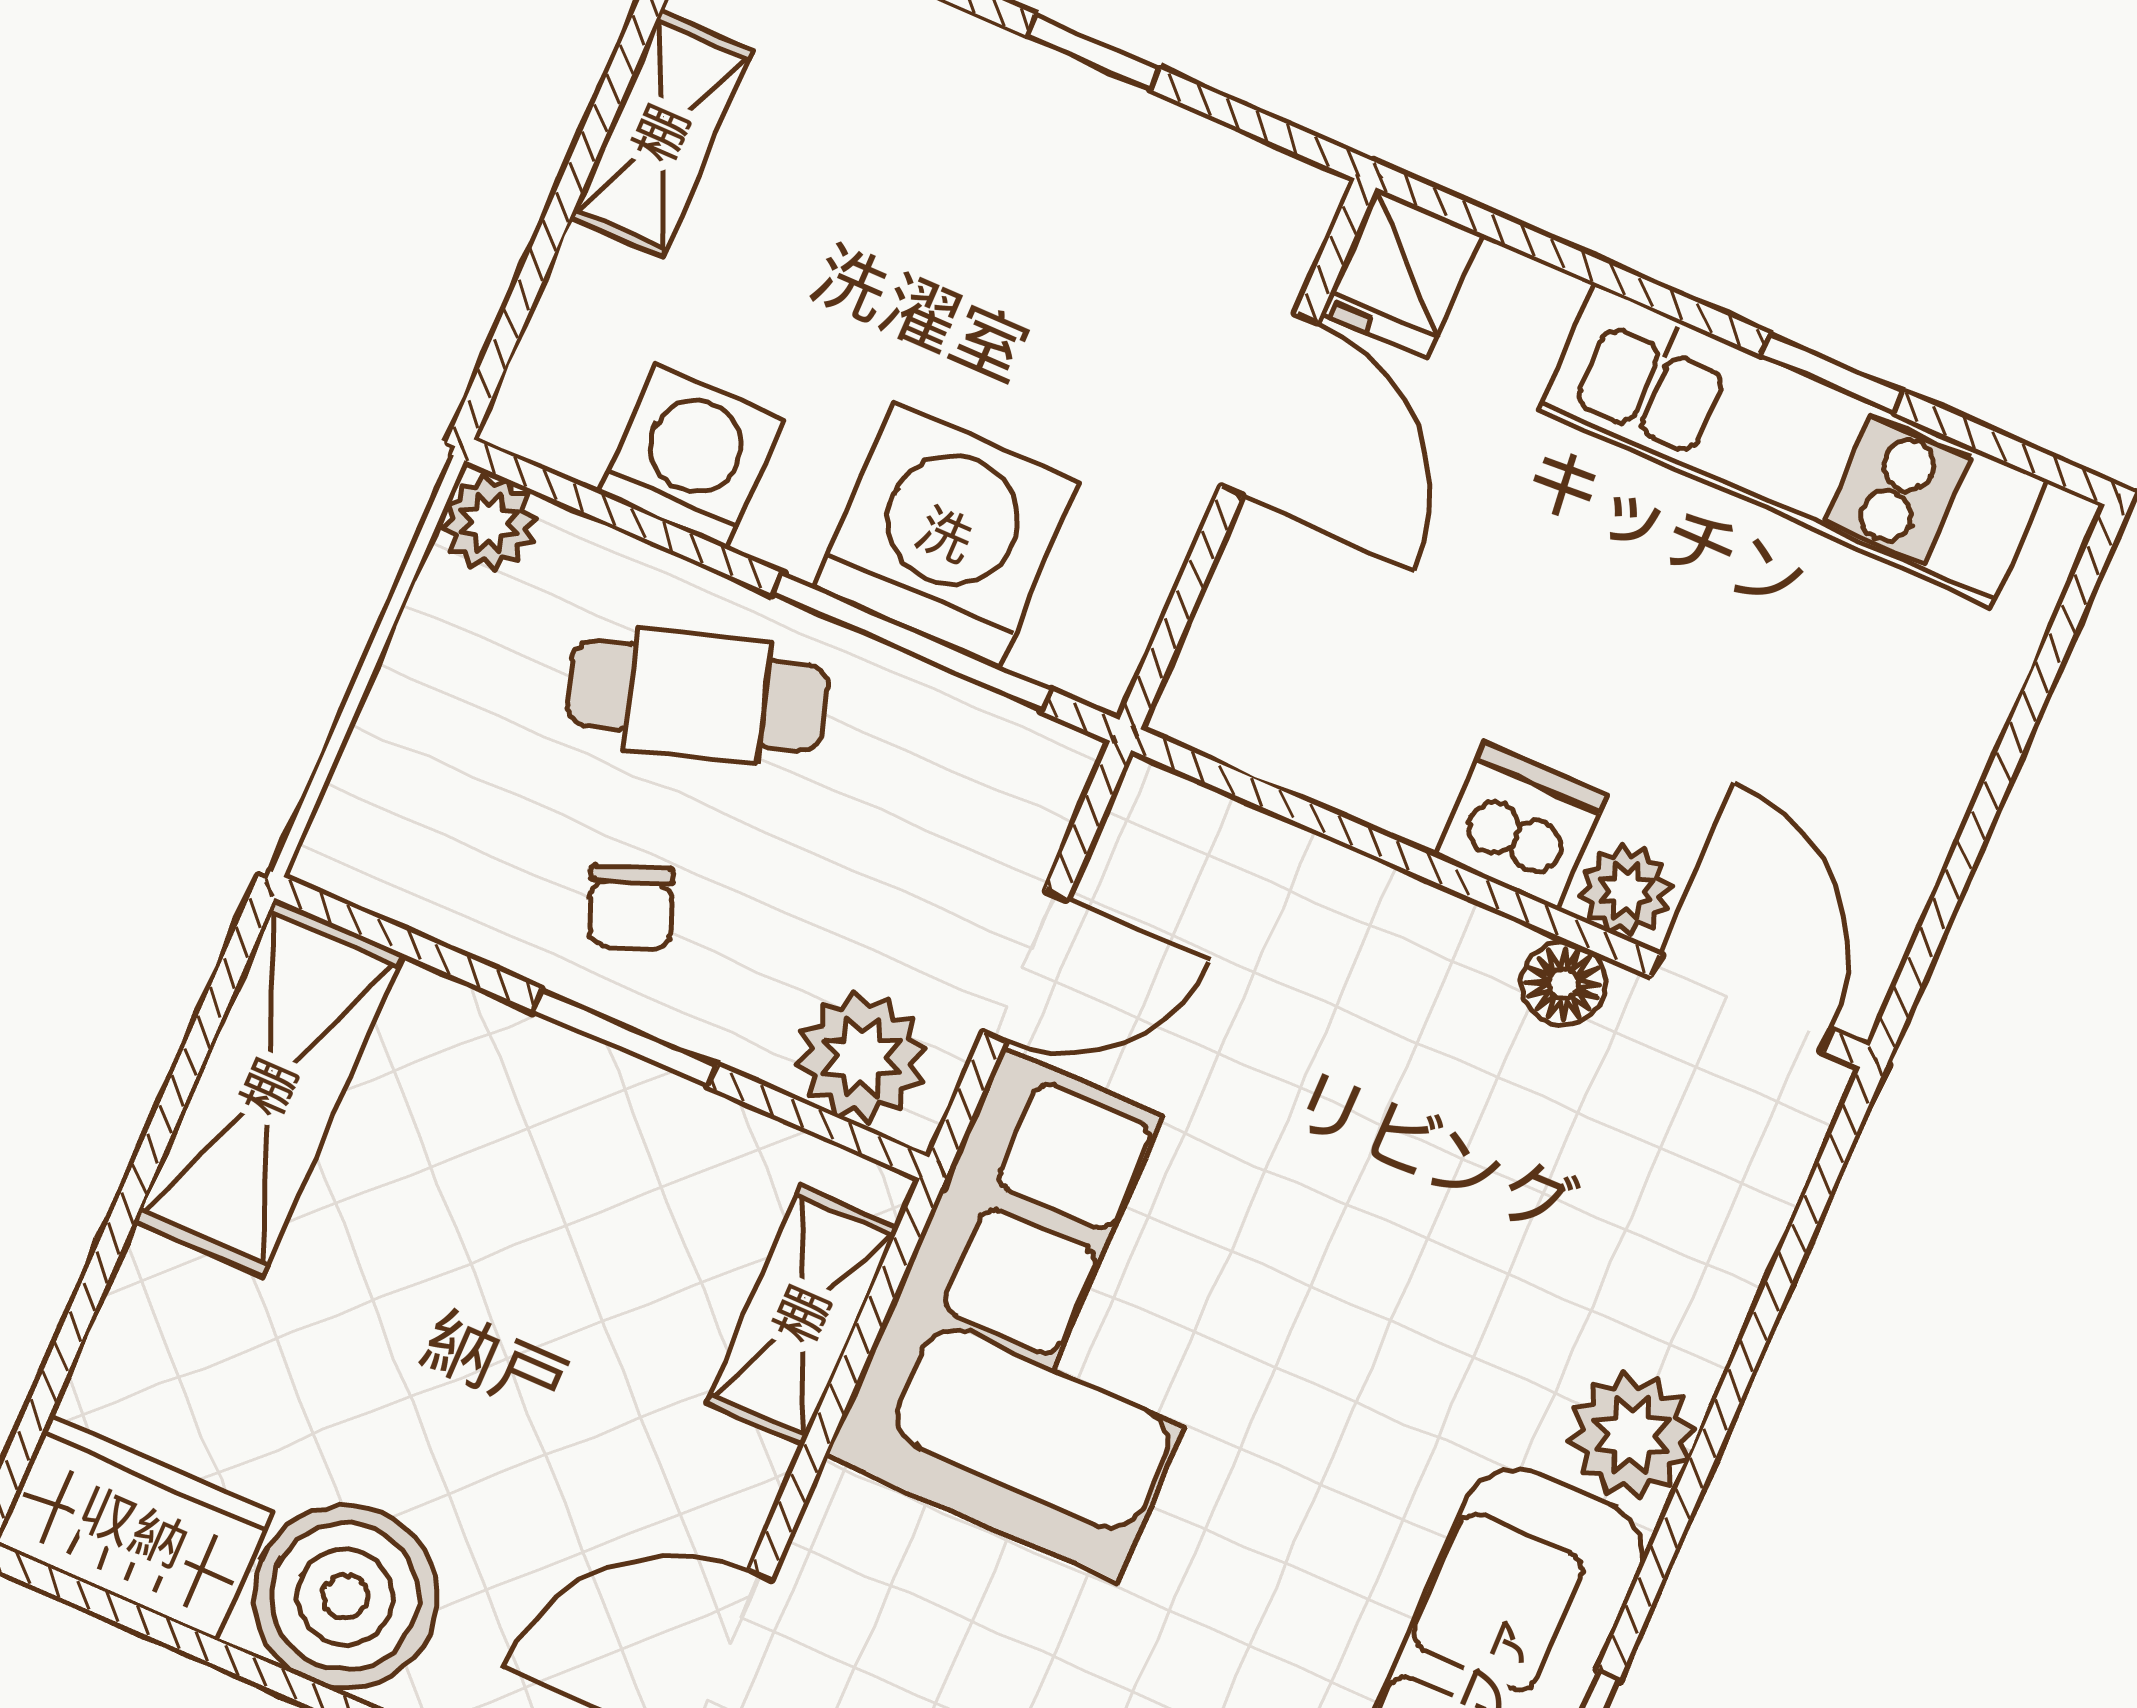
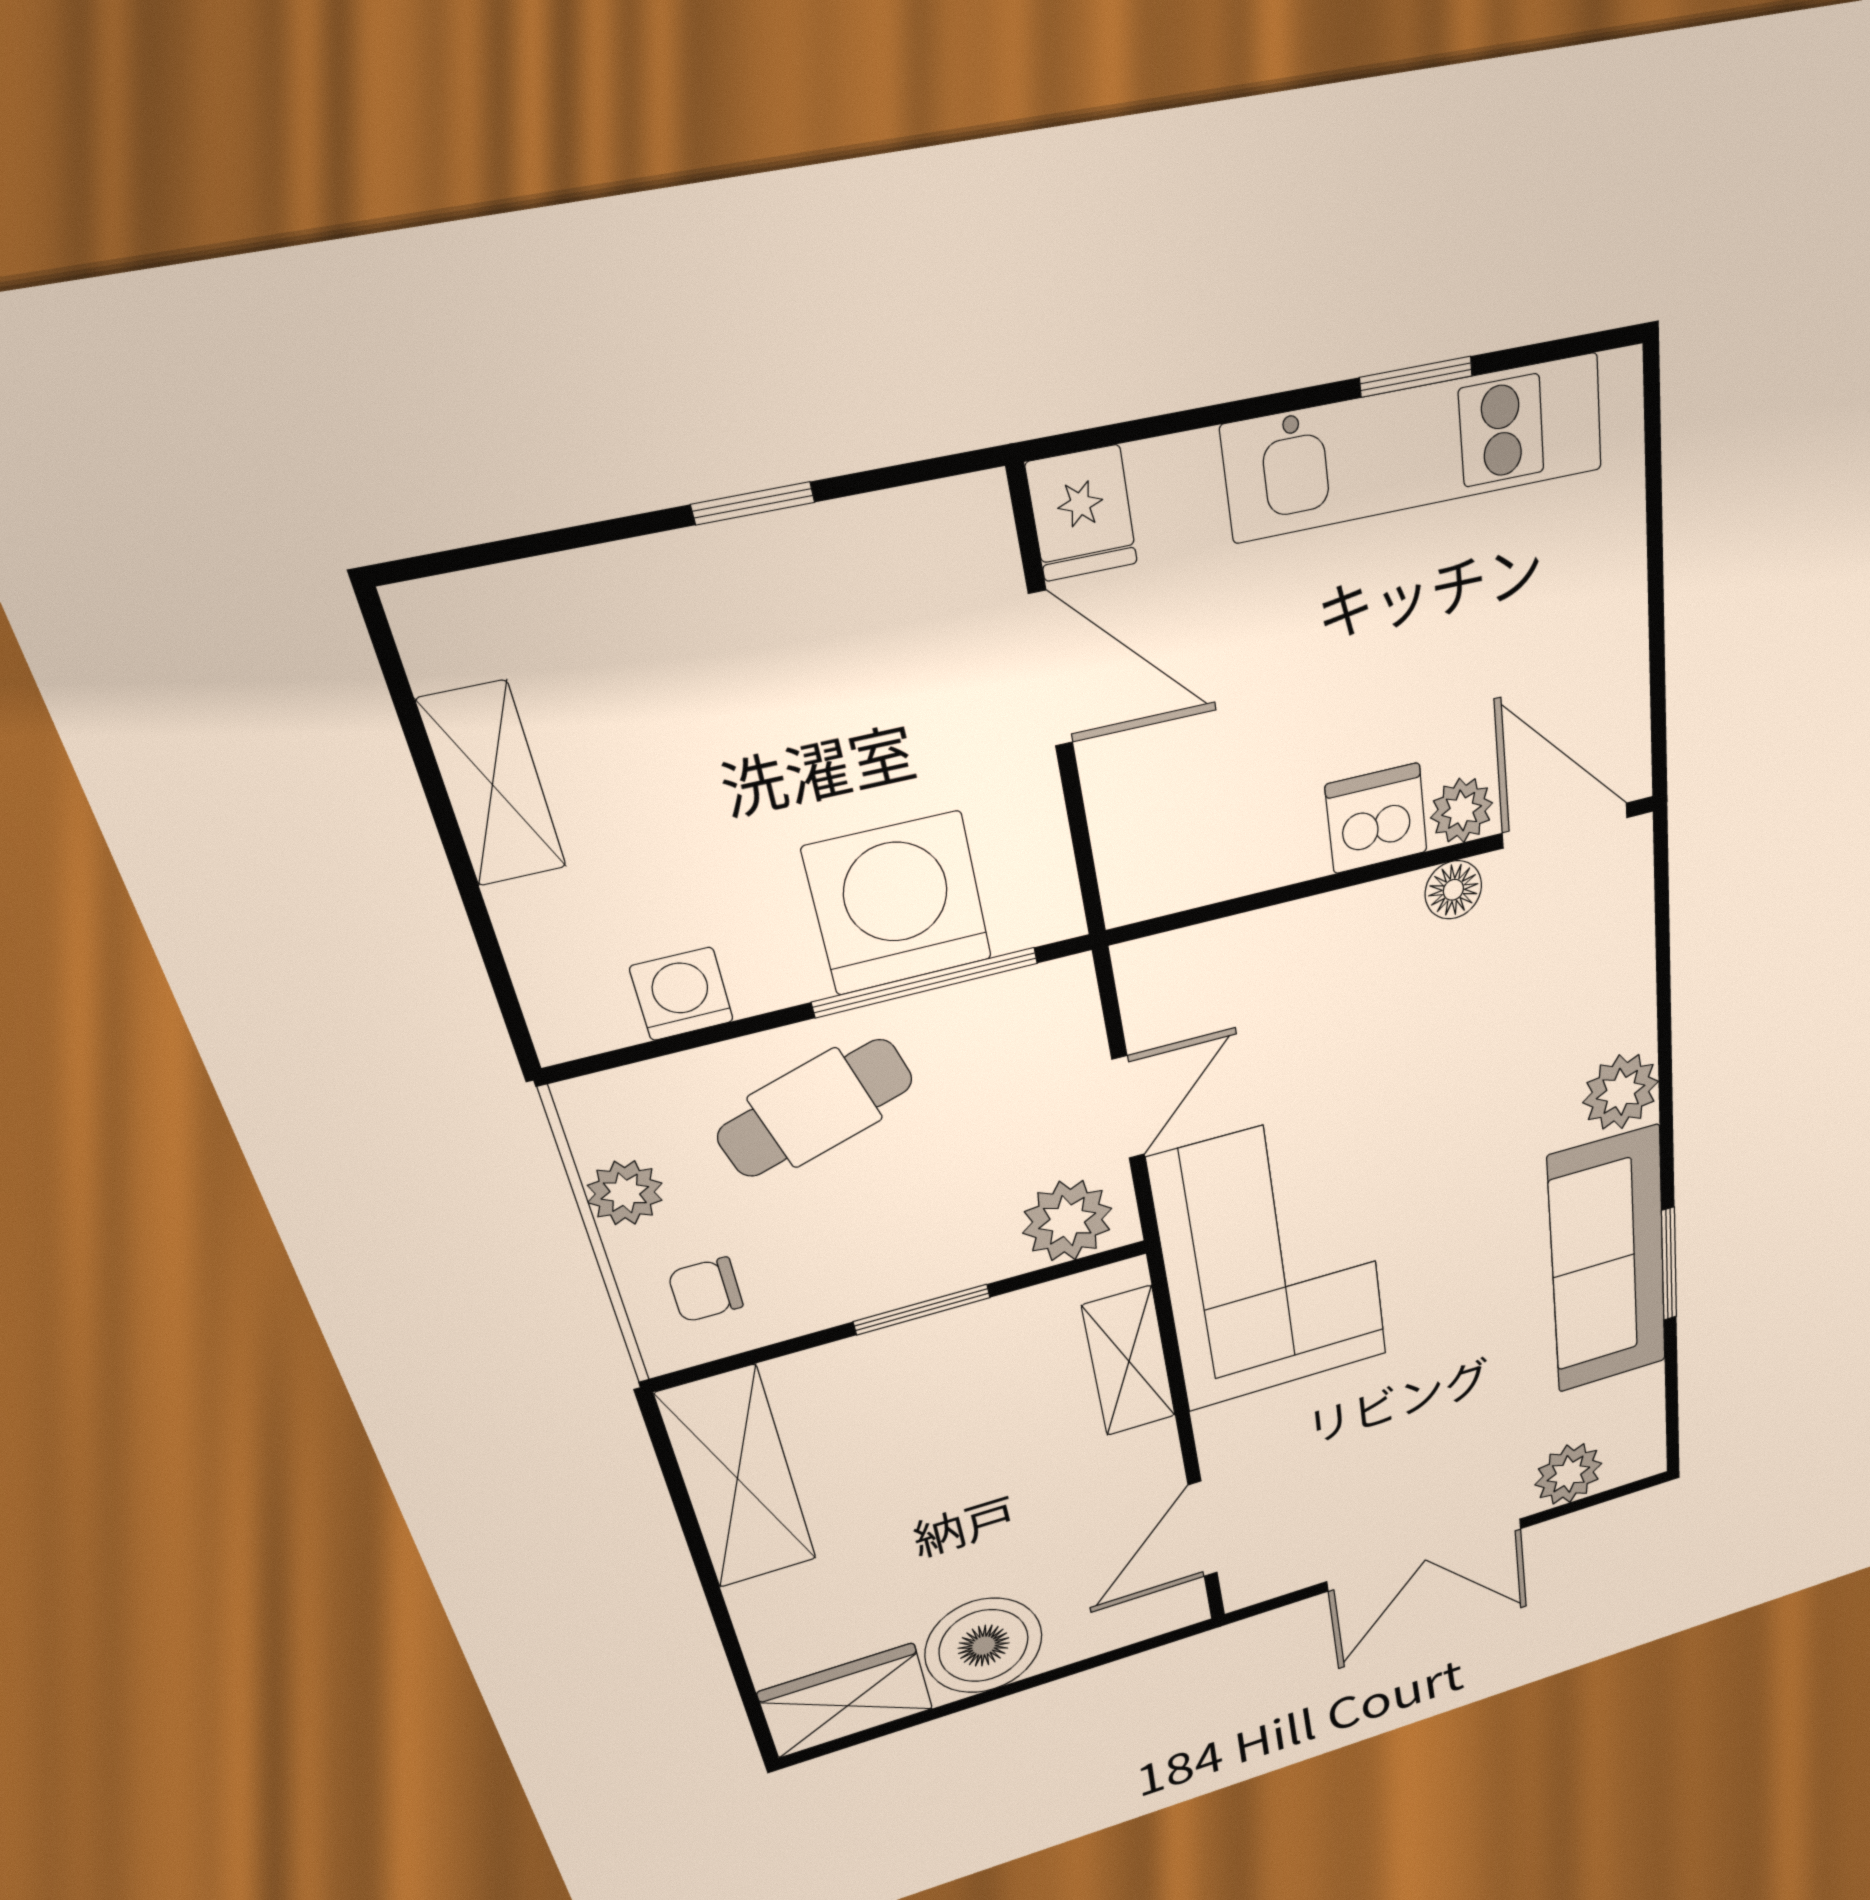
washing machine: (691, 456) -> (682, 994), width x0.73, depth x0.73
plant: (489, 523) -> (625, 1193), moved
chair: (631, 908) -> (706, 1290), moved, turned 111

